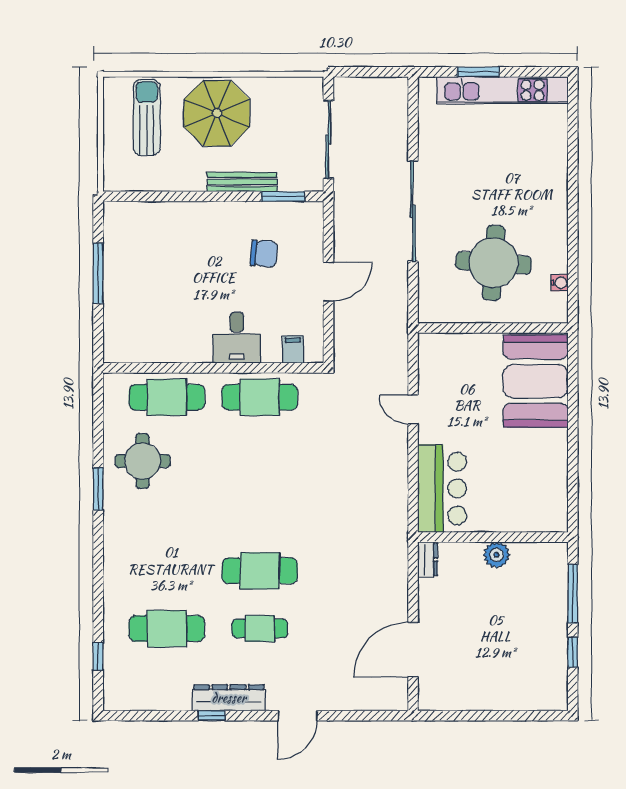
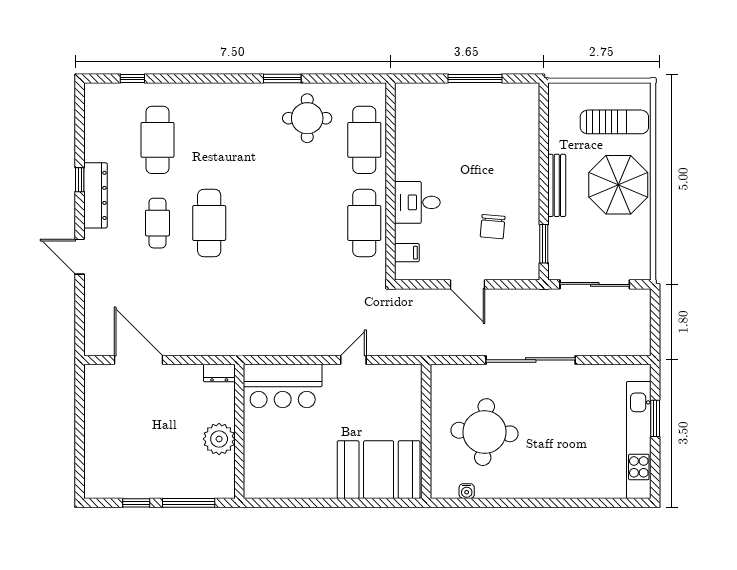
bench: (242, 182) -> (557, 185), moved
plant: (497, 555) -> (219, 439), width x1.36, depth x1.36

